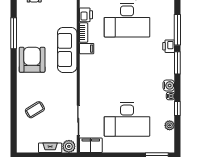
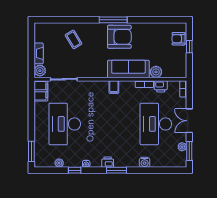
plant: (70, 20) -> (156, 72), added
window: (177, 30) -> (147, 170), removed
window: (14, 33) -> (113, 20), moved
printer: (169, 46) -> (108, 162), moved
filing cabinet: (87, 49) -> (114, 87), moved
water cooler: (169, 85) -> (145, 162), moved

